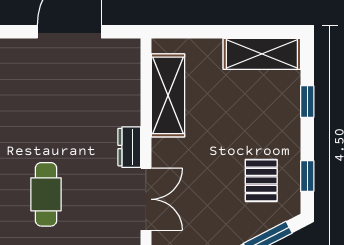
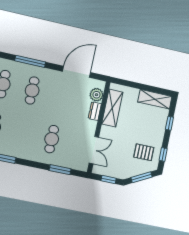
plant: (125, 73) -> (96, 95), added
dresser: (129, 147) -> (95, 111), moved
pallet: (261, 180) -> (144, 152), turned 90

